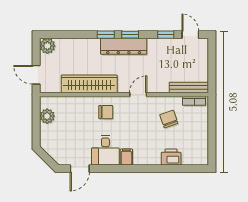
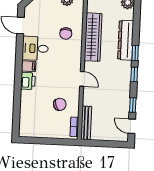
door: (190, 35) -> (132, 126), swing flipped
dresser: (124, 46) -> (126, 40), moved
chair: (106, 112) -> (66, 33), moved
printer: (171, 157) -> (28, 81), moved

